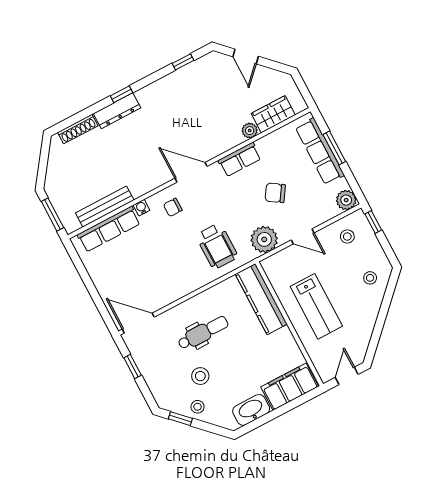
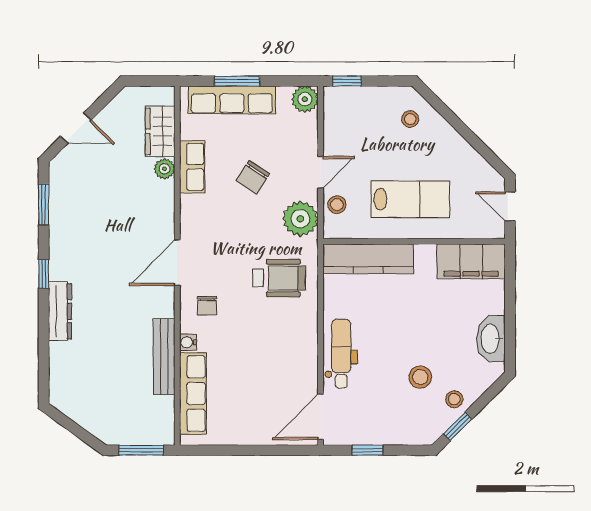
window: (183, 62) -> (44, 204), width x1.50
window: (122, 94) -> (44, 274), moved
shoe rack: (78, 129) -> (57, 368), removed
row of seats: (240, 160) -> (192, 167), moved
bench: (105, 207) -> (164, 357), moved
stool: (347, 237) -> (337, 205), moved
dental chair: (203, 333) -> (341, 354), moved
filing cabinet: (290, 387) -> (471, 261), moved, turned -90

